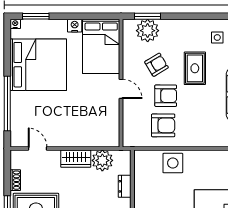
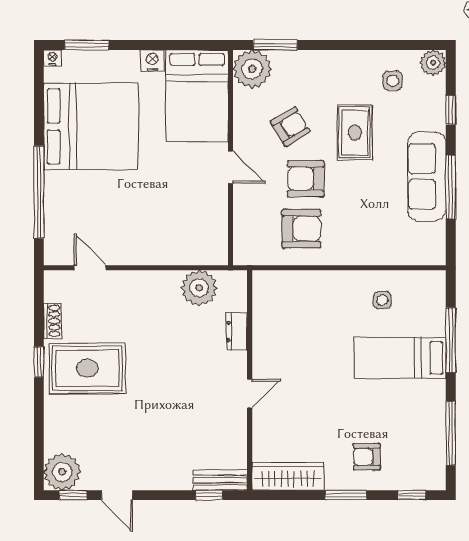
plant: (148, 31) -> (252, 69), moved
armchair: (166, 96) -> (306, 179), turned 180
wardrobe: (76, 159) -> (154, 285), removed
side table: (173, 163) -> (382, 300), moved, width x0.54, depth x0.54

